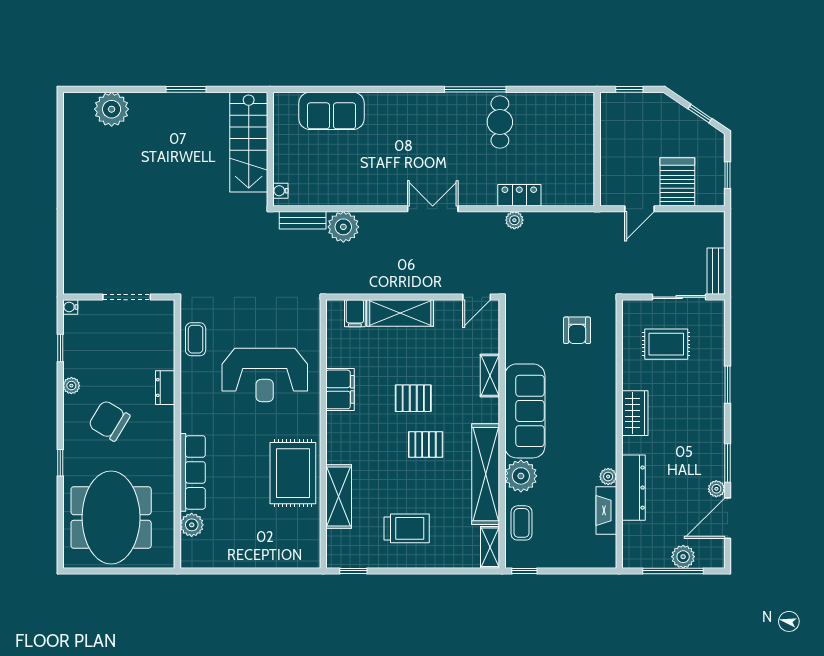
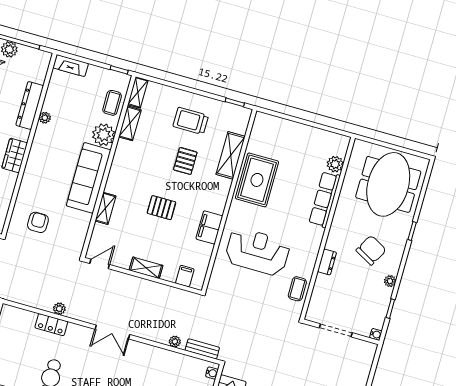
plant: (343, 227) -> (175, 342), width x0.53, depth x0.53
shelving: (400, 313) -> (146, 268), width x0.67, depth x0.75
chair: (109, 421) -> (371, 250), turned -92
pallet: (426, 445) -> (185, 161), moved, turned 90
shelving: (486, 474) -> (130, 123), width x0.45, depth x0.75
fireplace: (606, 510) -> (71, 66), moved, turned 90

